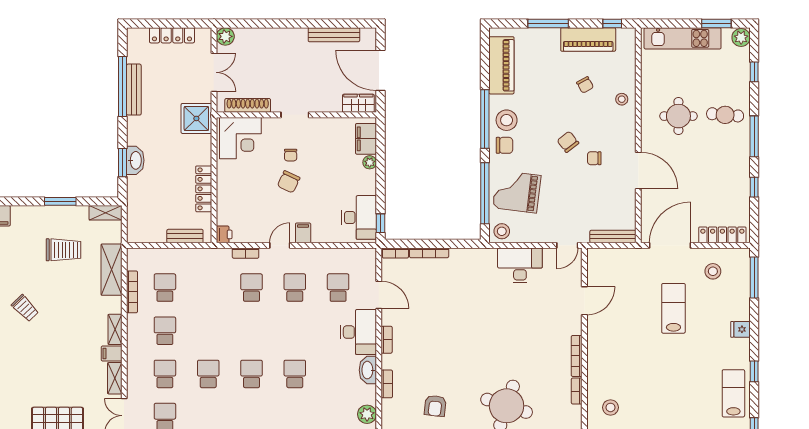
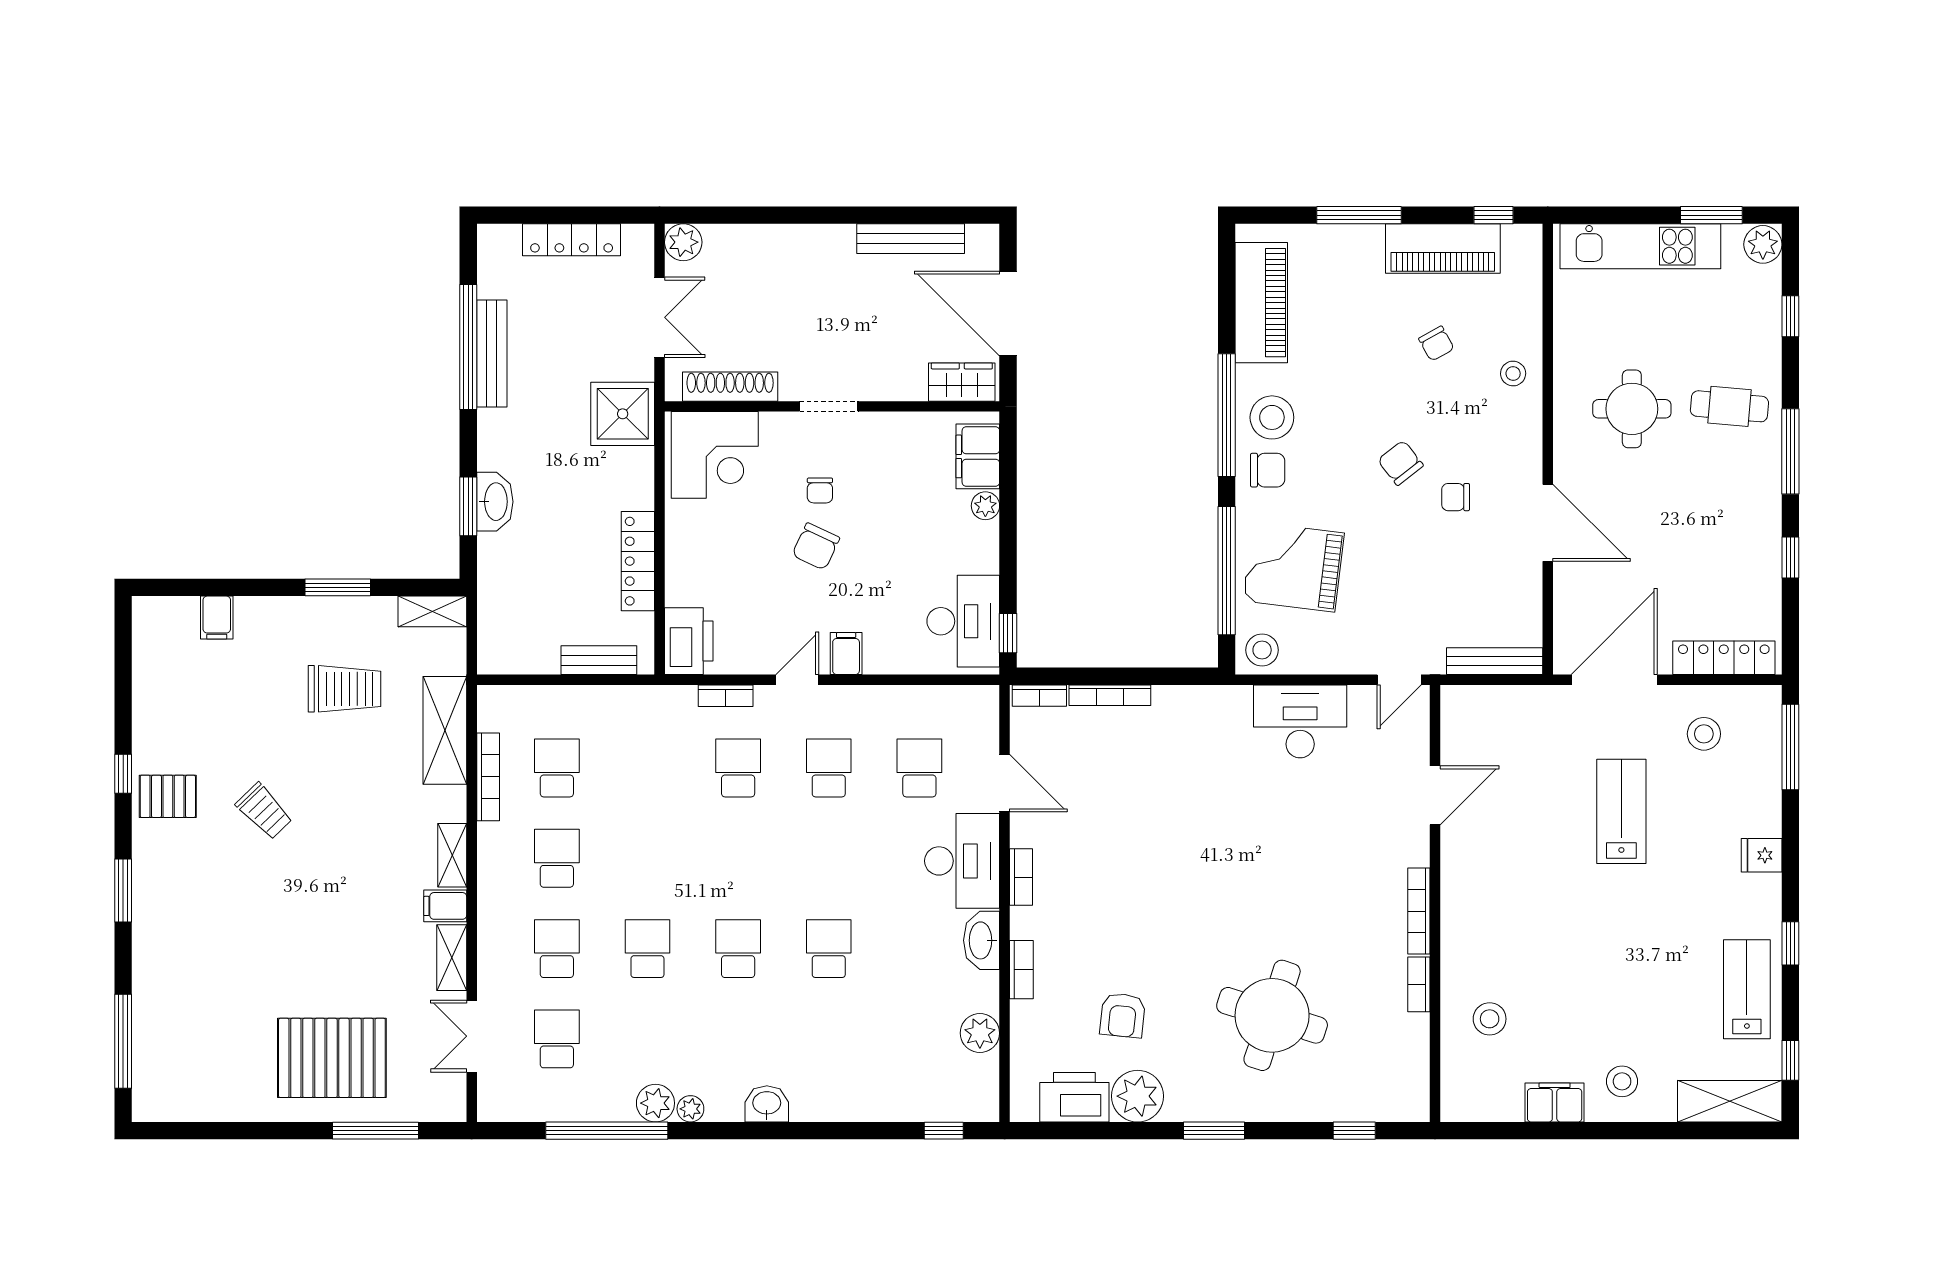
printer: (224, 234) -> (689, 641), width x1.87, depth x1.48

